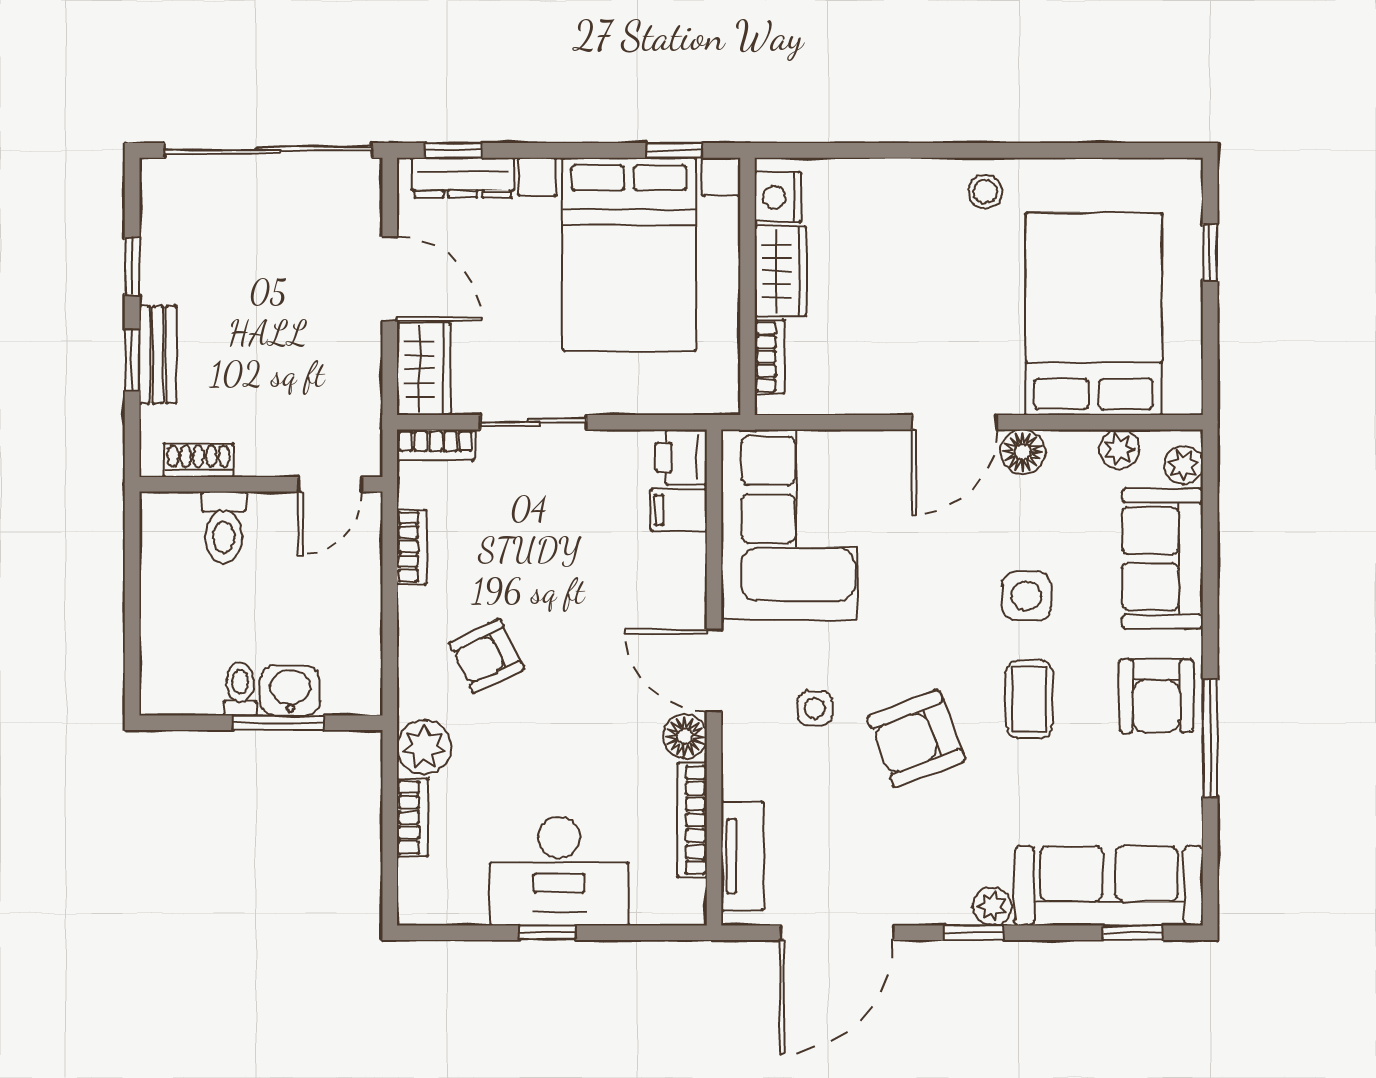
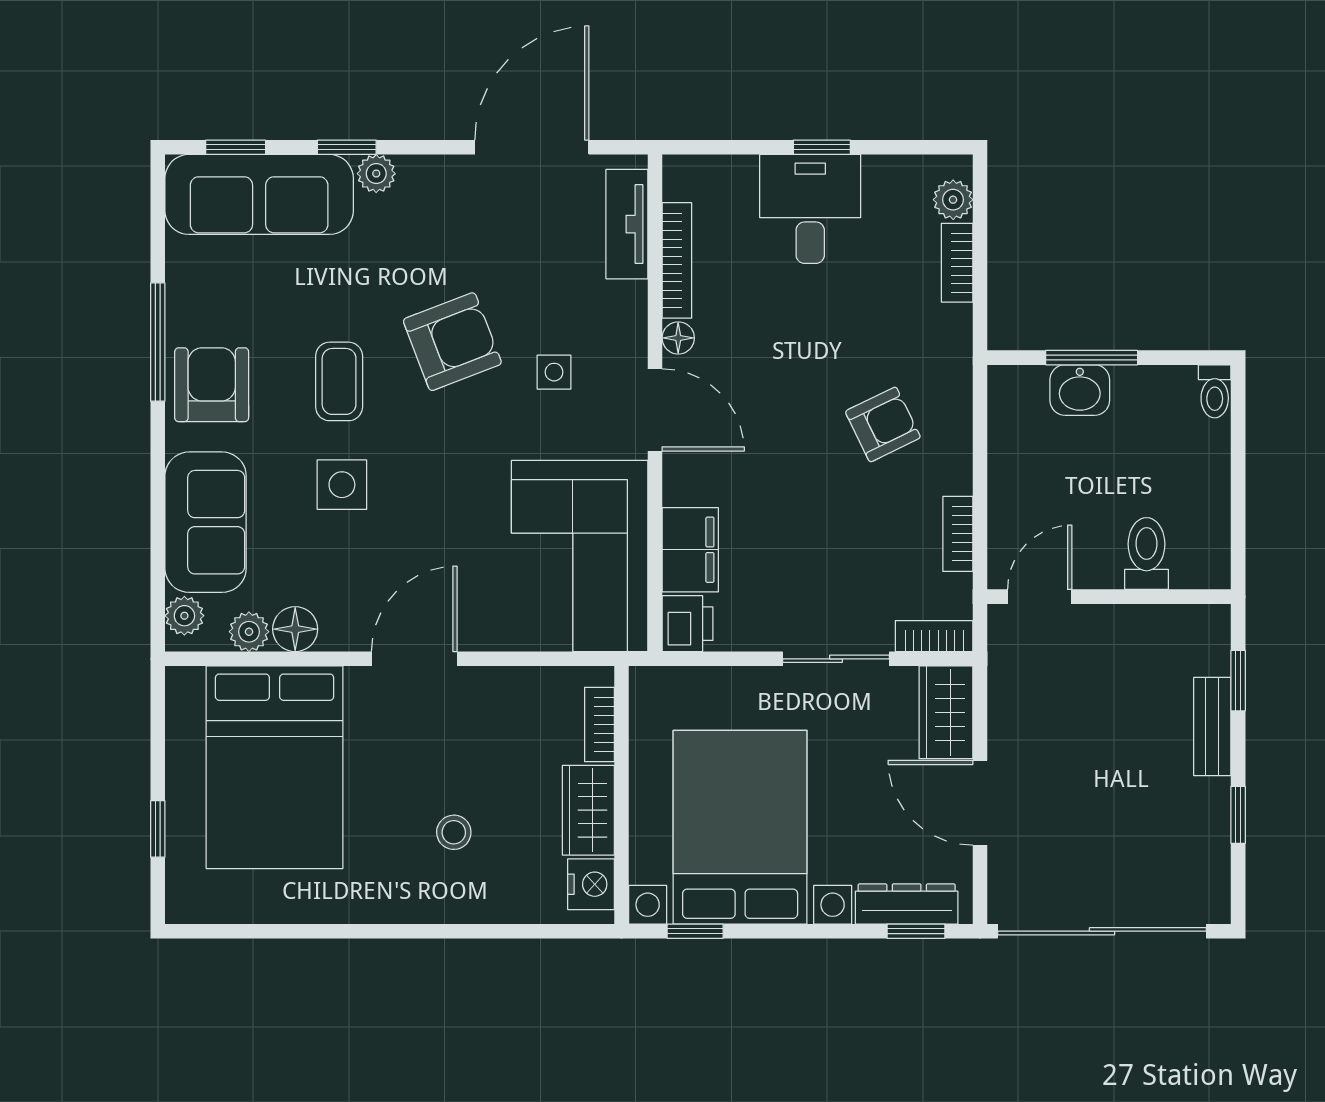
stool: (985, 192) -> (454, 832), moved
window: (132, 360) -> (1238, 681), moved
floor lamp: (1023, 452) -> (295, 629), moved
shoe rack: (198, 460) -> (1172, 621), removed
filing cabinet: (679, 510) -> (690, 550), width x2.00
toilet: (240, 689) -> (1215, 391), moved
floor lamp: (685, 736) -> (678, 338), width x0.73, depth x0.73
plant: (424, 747) -> (953, 200), moved, width x0.73, depth x0.73
desk: (559, 871) -> (810, 209), width x0.73
window: (974, 933) -> (347, 147), moved

